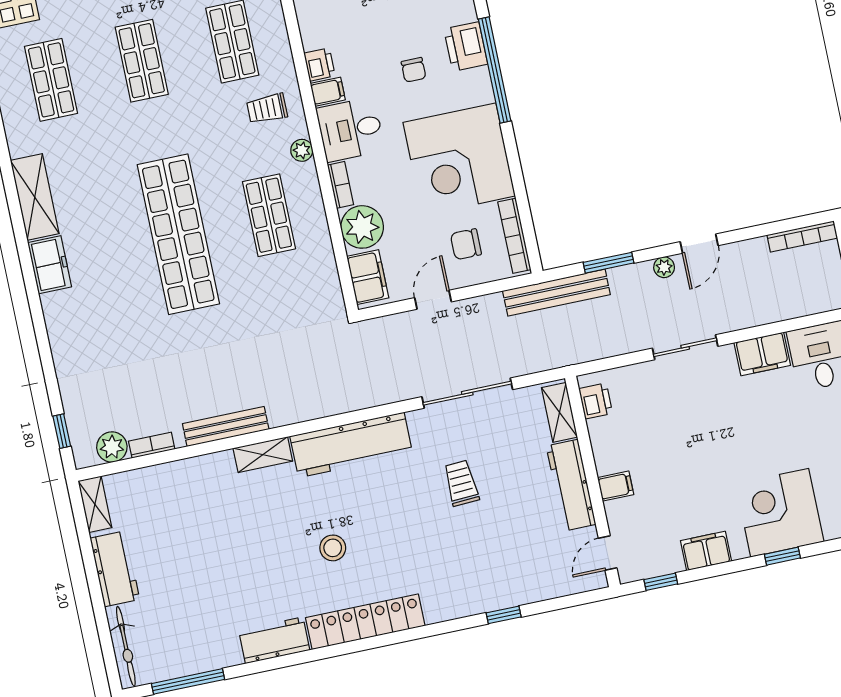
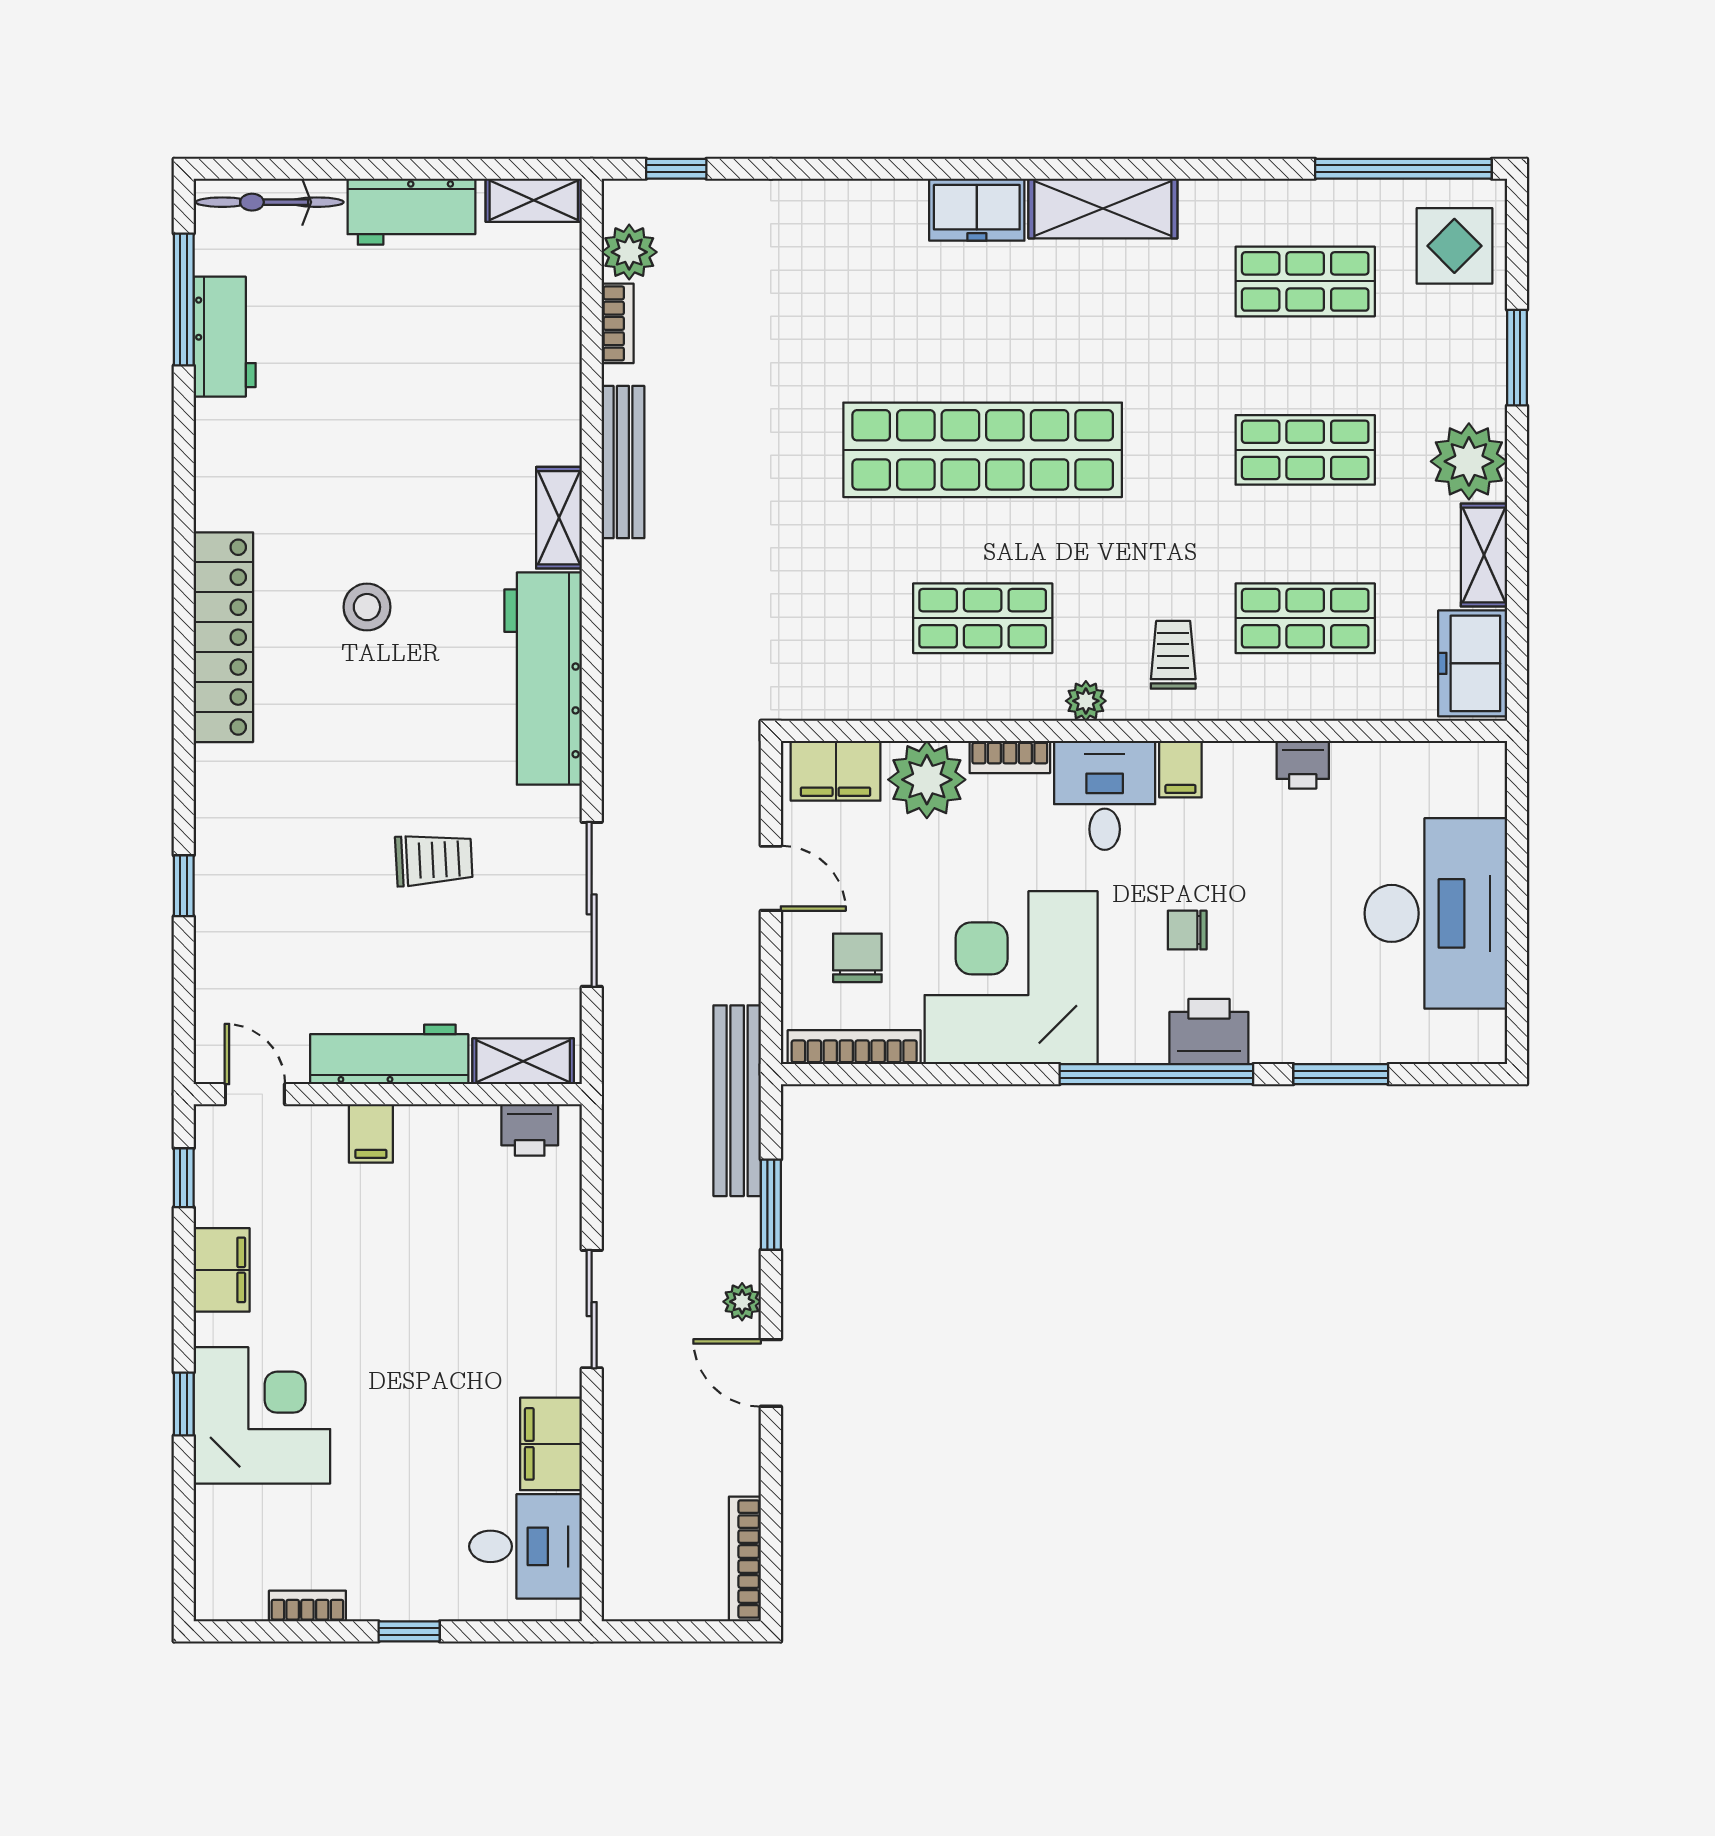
printer: (319, 65) -> (1303, 765), moved
workbench: (274, 640) -> (225, 337), moved

